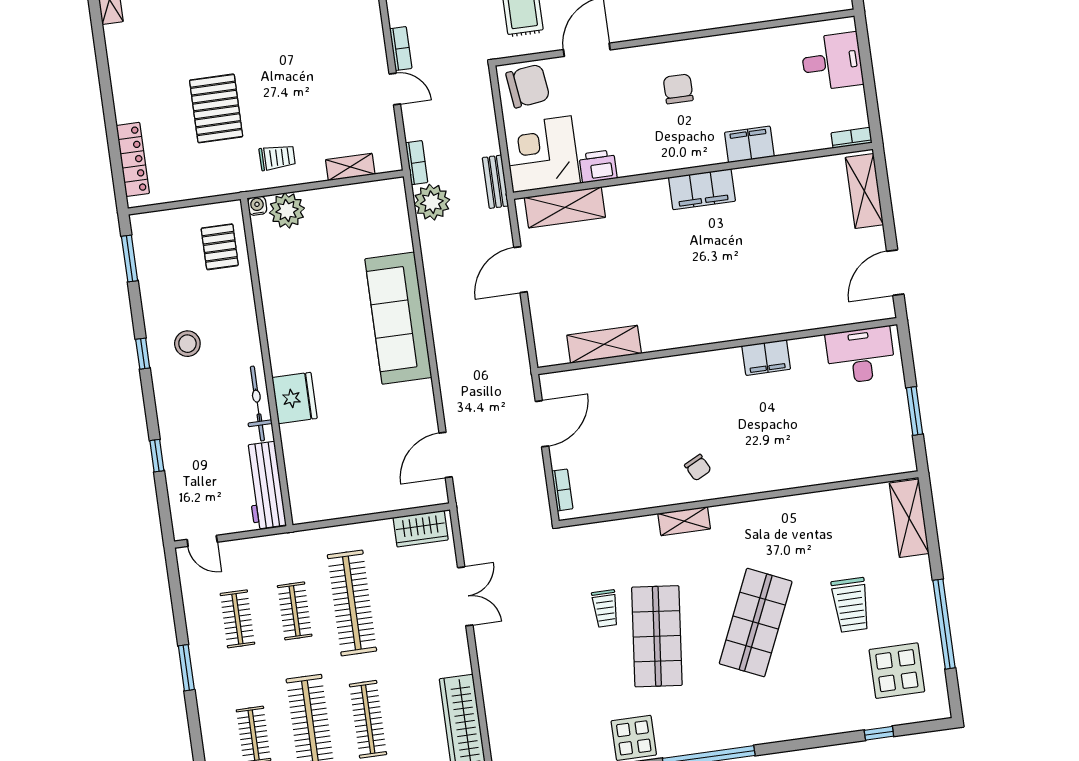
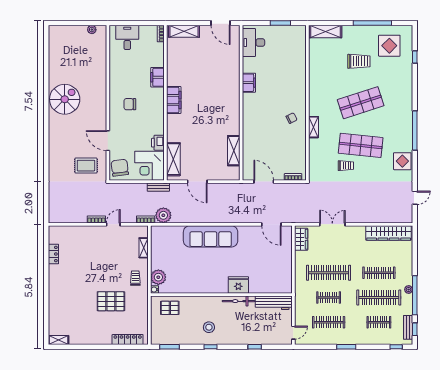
clothes rail: (237, 619) -> (329, 322), width x1.36
shop shelf: (756, 623) -> (361, 103), turned -42

